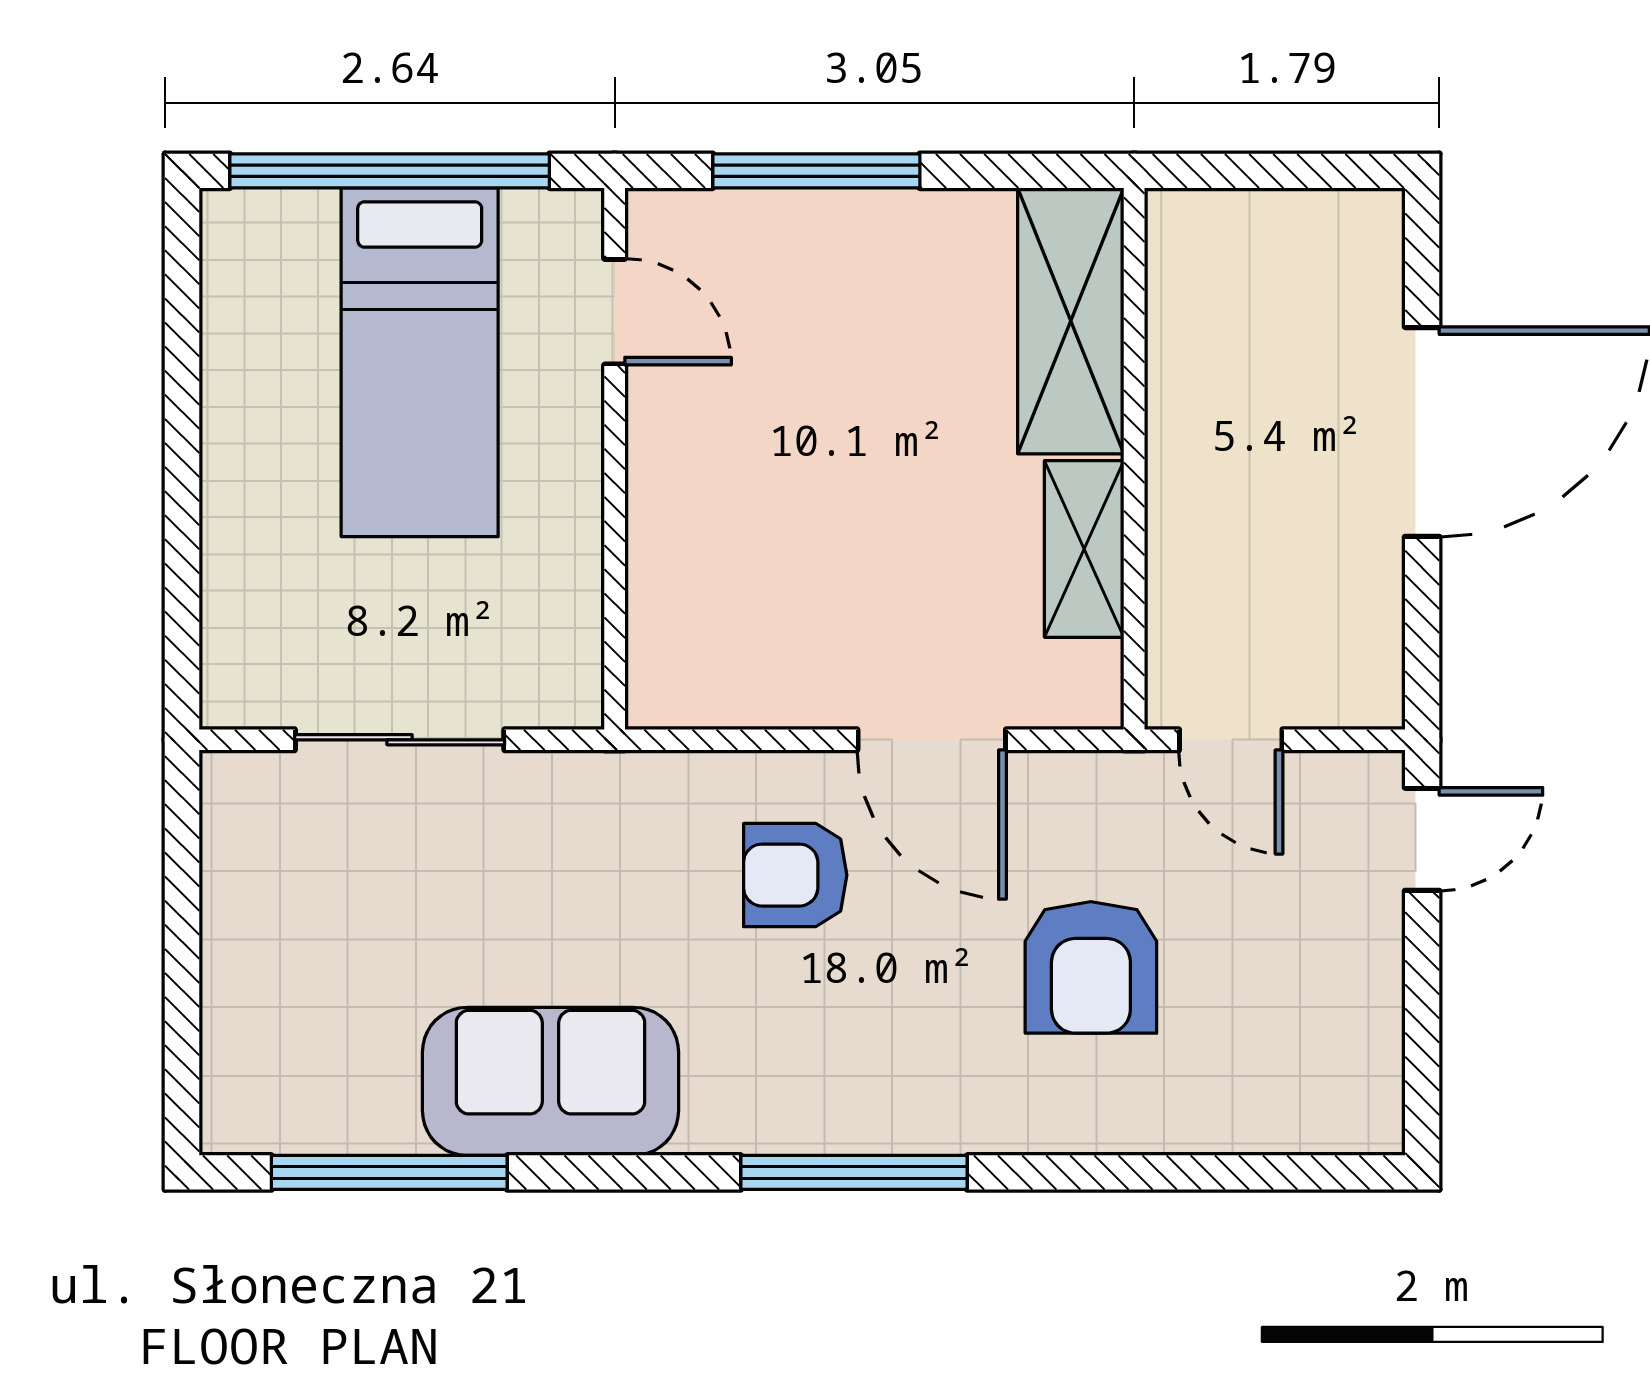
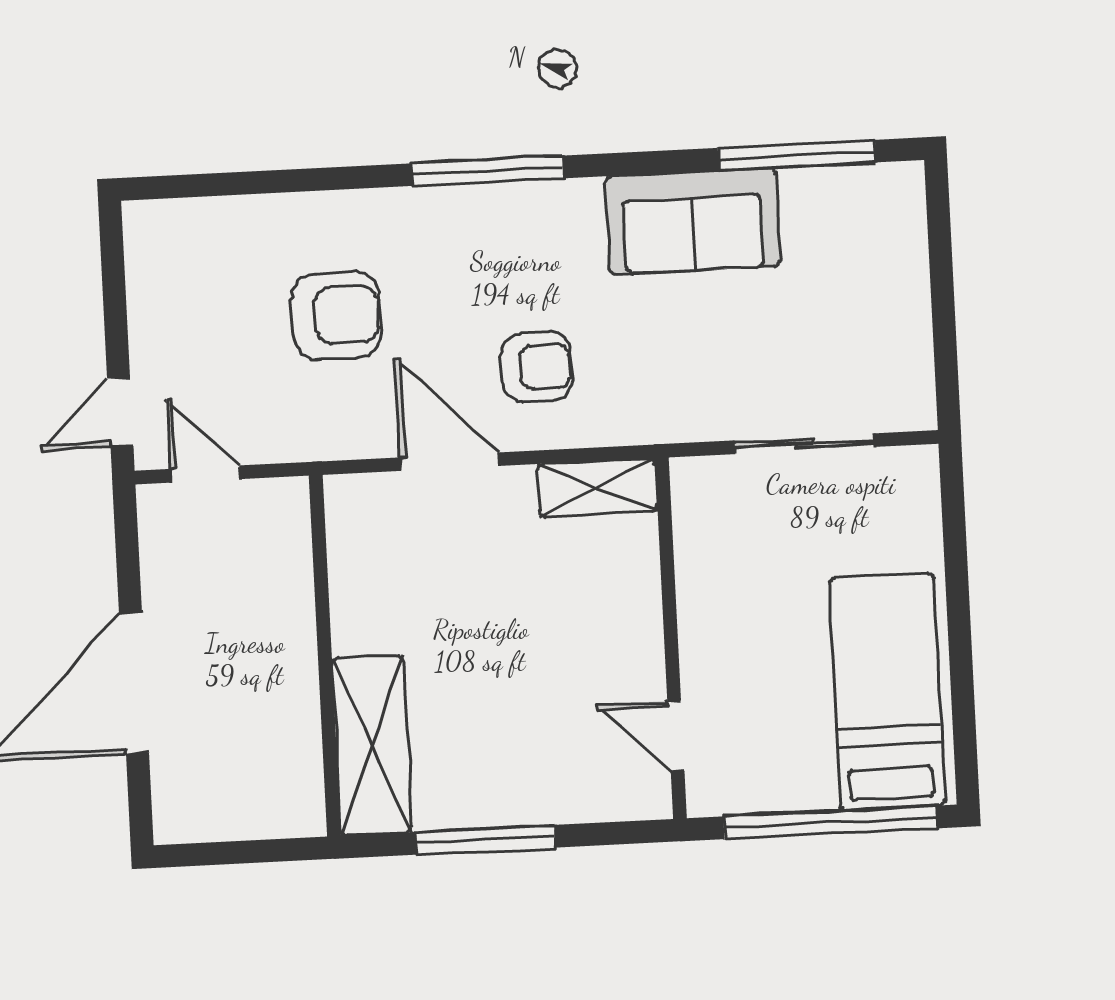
window: (816, 171) -> (486, 840), moved
bed: (420, 362) -> (887, 692), moved
shelving: (1084, 549) -> (597, 488), moved, turned 90
door: (1231, 740) -> (205, 474), moved
armchair: (1091, 967) -> (336, 315), turned 90

